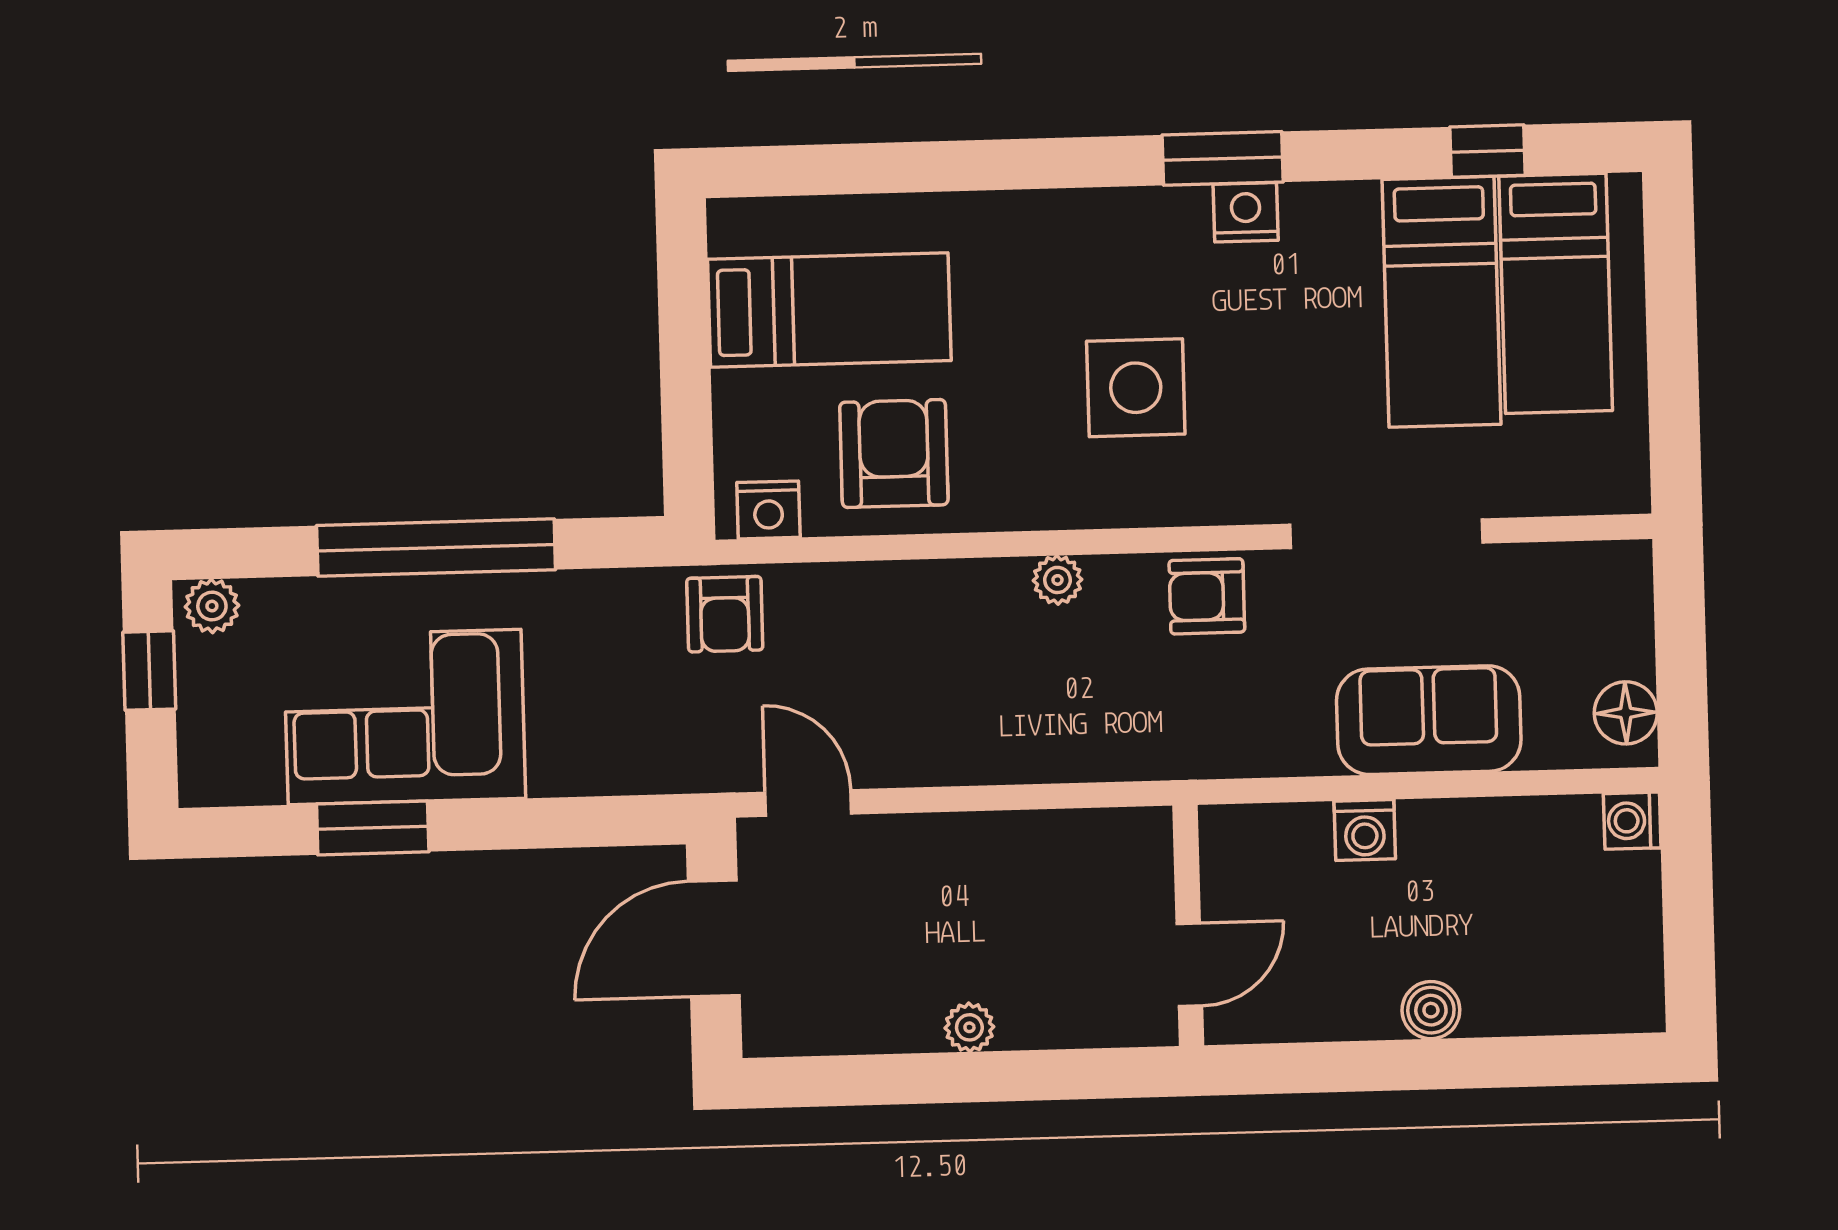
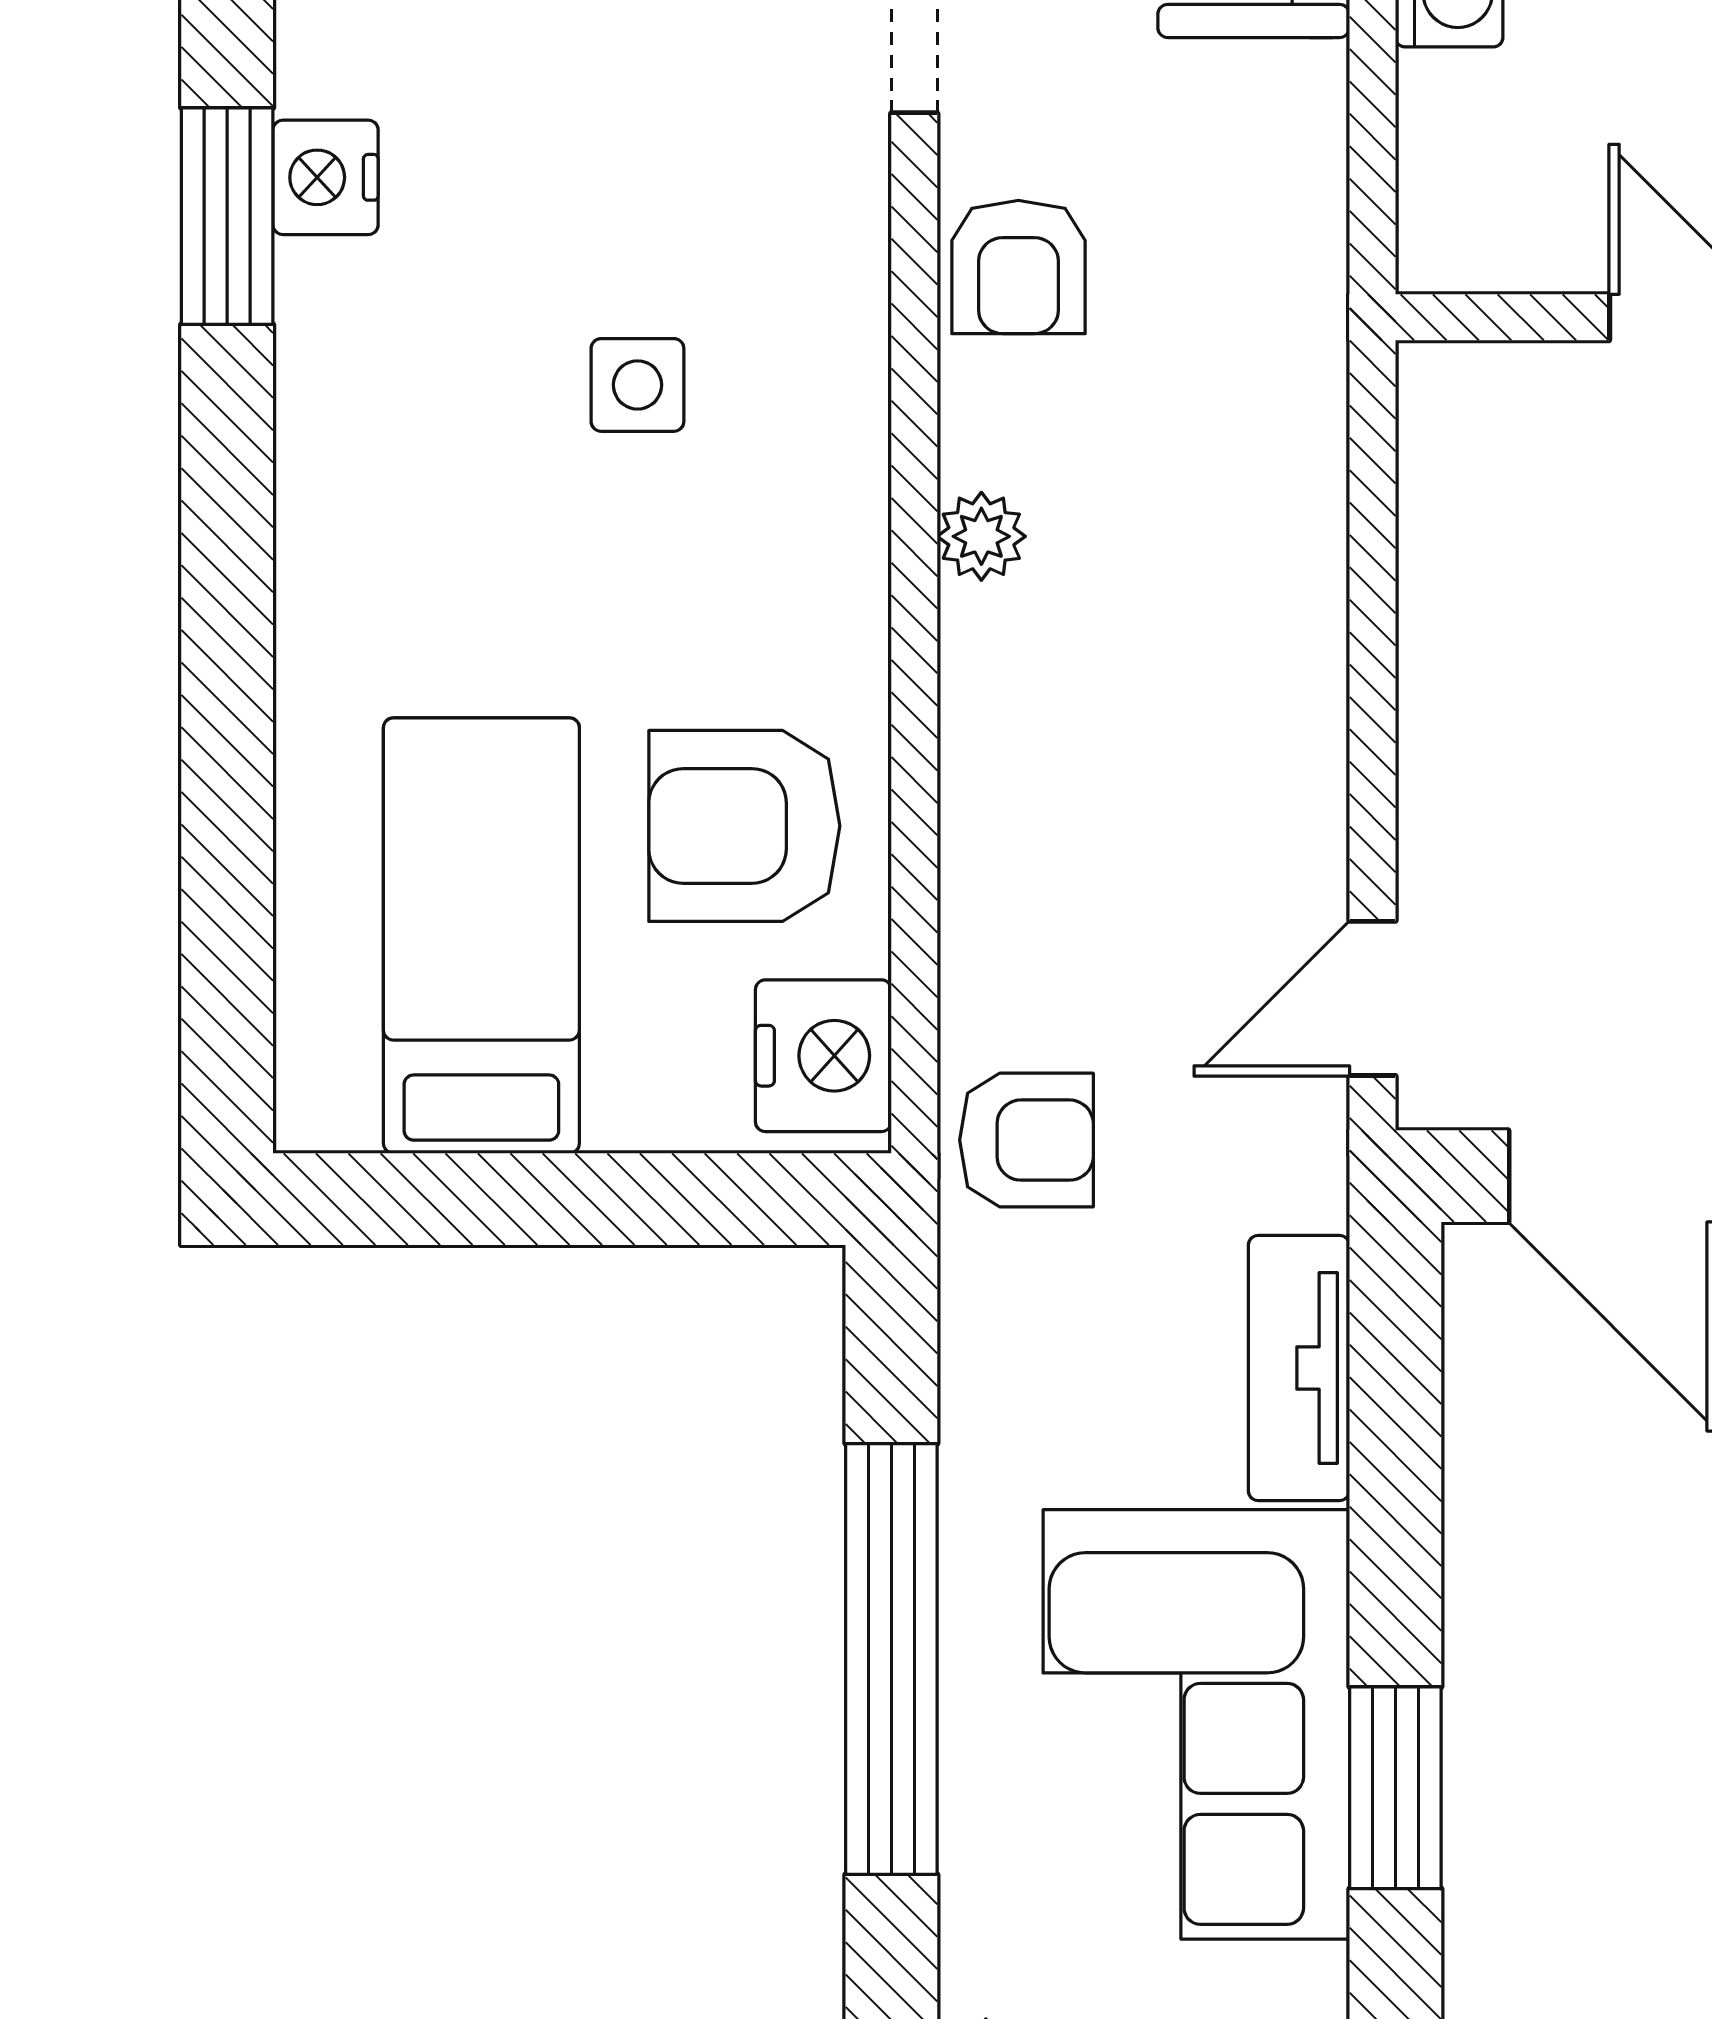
side table: (1136, 388) -> (637, 385), width x0.54, depth x0.54
nightstand: (768, 510) -> (823, 1056), width x1.36, depth x1.33
tv unit: (603, 768) -> (1299, 1368), added

